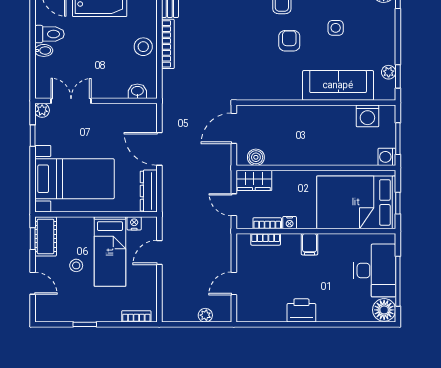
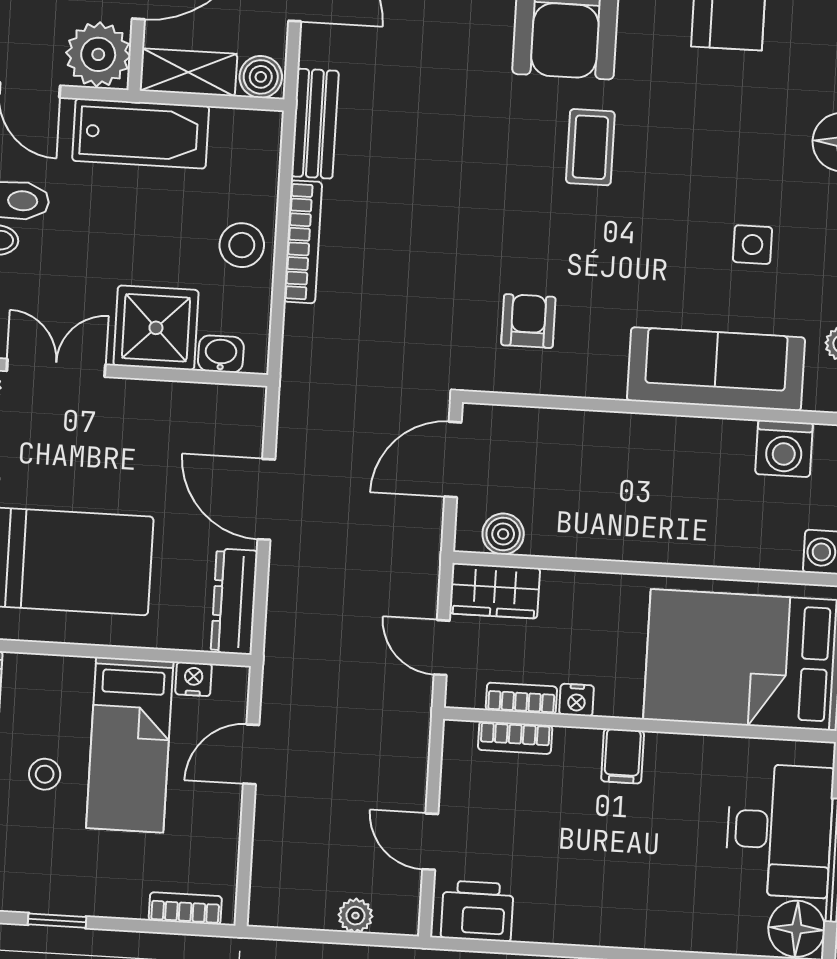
side table: (336, 28) -> (752, 245), moved
armchair: (289, 41) -> (528, 321), moved
shower: (111, 82) -> (156, 328), added
door: (234, 283) -> (430, 842), hinge flipped
printer: (301, 310) -> (477, 911), moved

